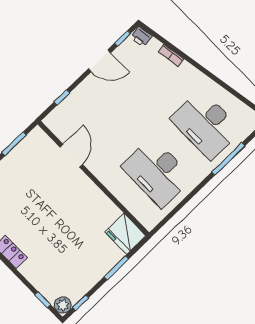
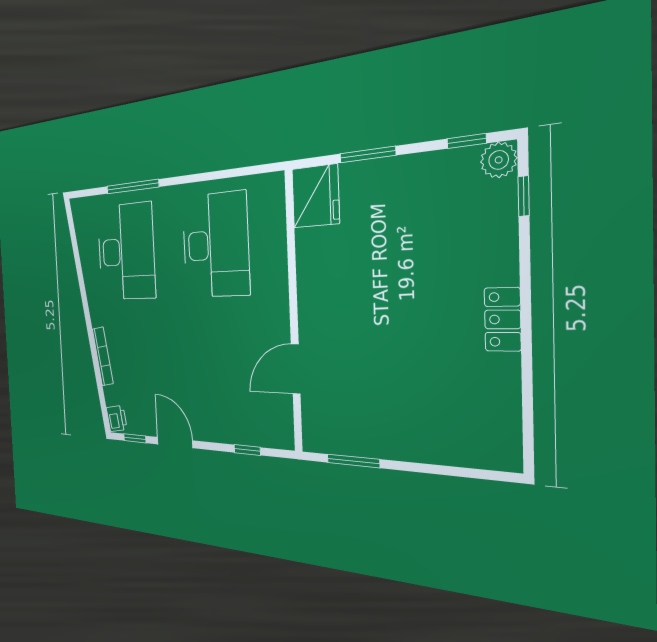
bookcase: (171, 55) -> (103, 356), width x1.56

